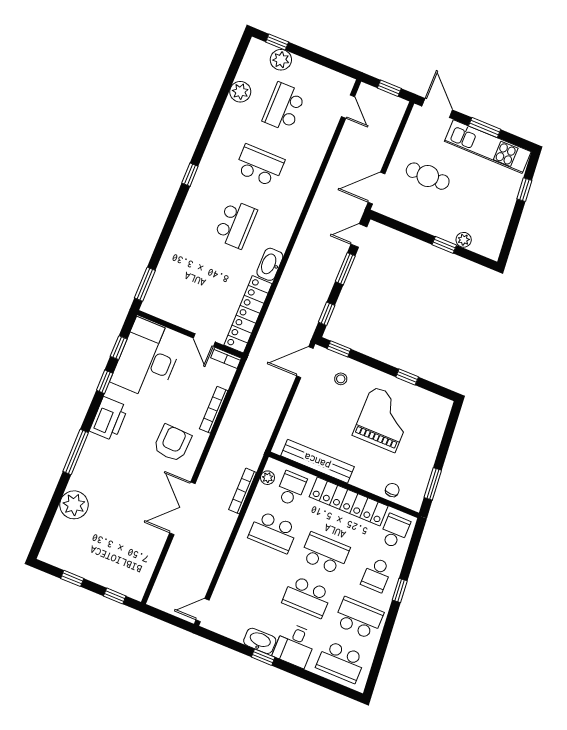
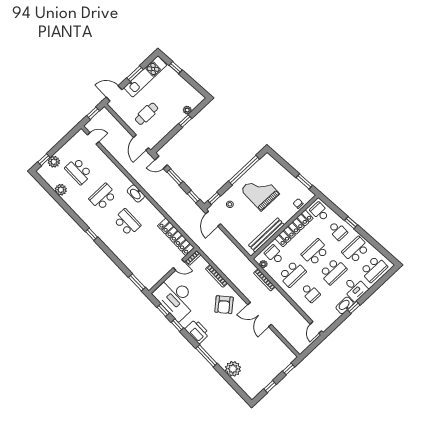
door: (359, 236) -> (161, 162), hinge flipped
washbasin: (270, 264) -> (136, 194), moved
window: (407, 377) -> (244, 170), width x3.17
armchair: (172, 443) -> (224, 305), turned -133
school desk: (255, 576) -> (310, 293), added

